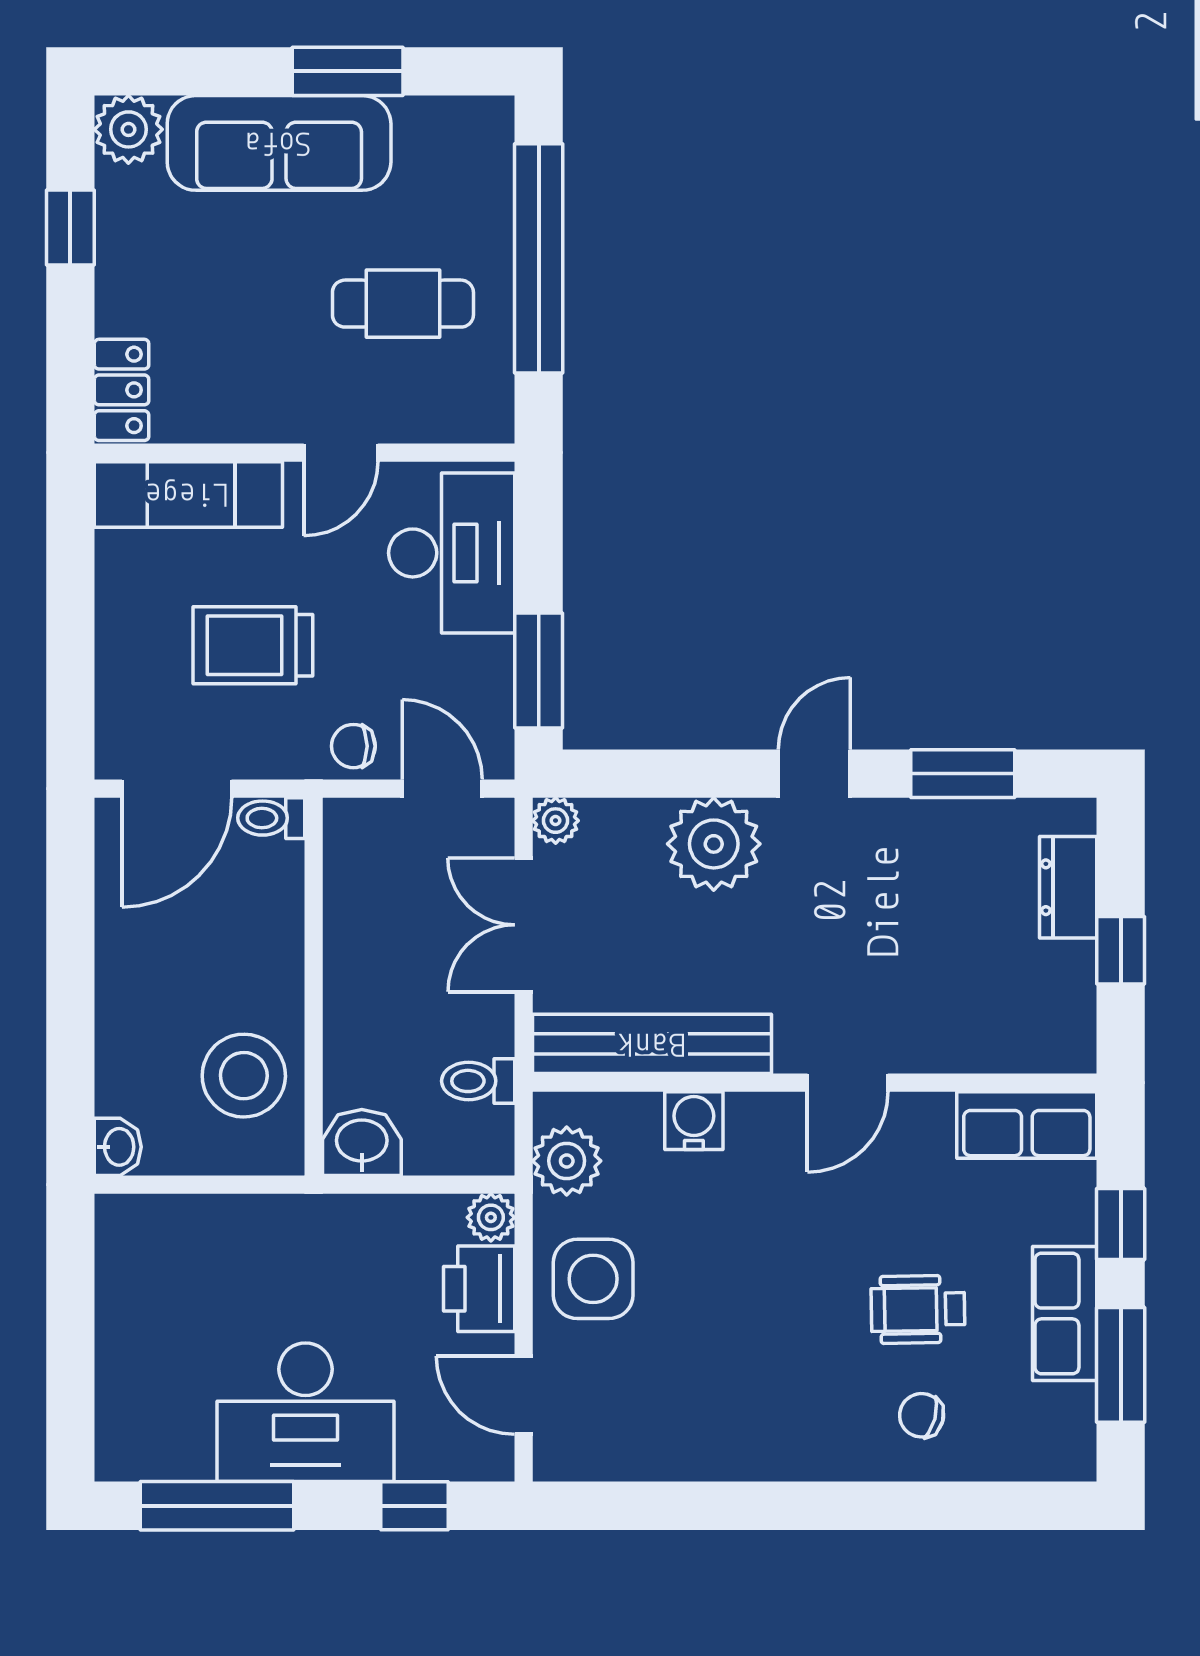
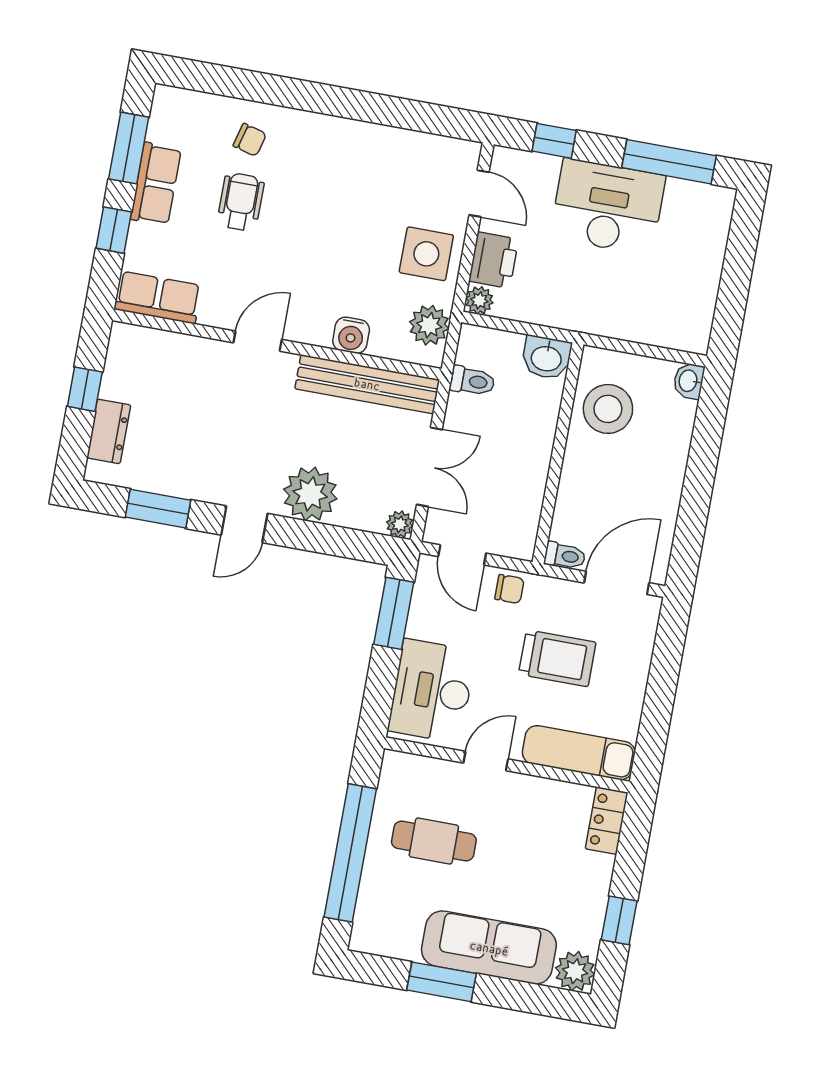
wheelchair: (918, 1309) -> (241, 202), turned -89

